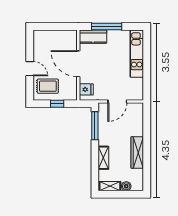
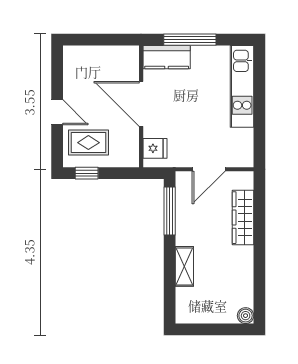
window: (57, 104) -> (87, 173), moved
wardrobe: (137, 152) -> (243, 218), moved
shelving: (110, 186) -> (196, 315), removed
boiler: (126, 186) -> (246, 316), moved

